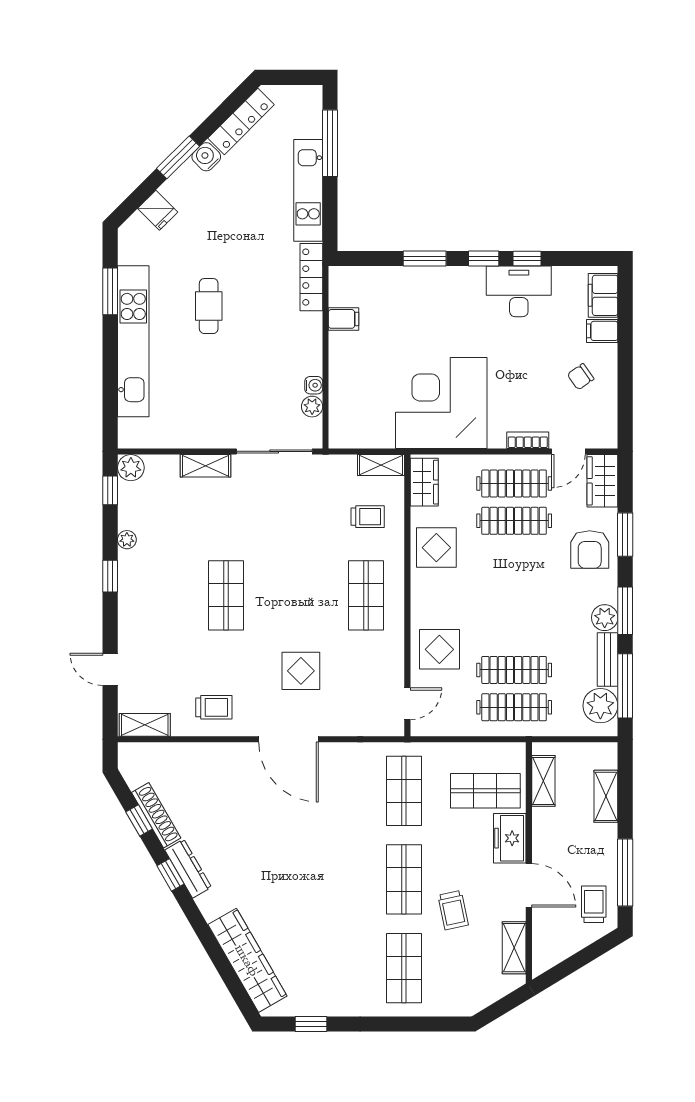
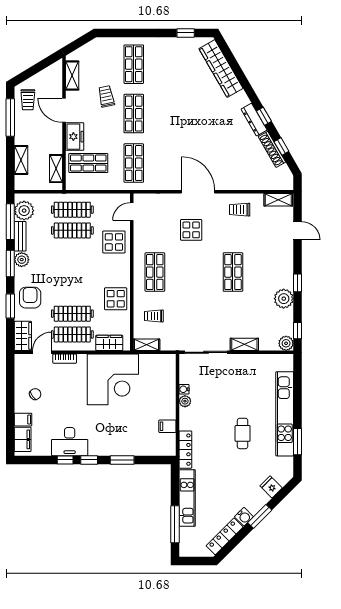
plant: (312, 407) -> (185, 401), moved
wardrobe: (424, 482) -> (109, 343), moved, turned 90
plant: (127, 540) -> (284, 299), width x1.88, depth x1.88

